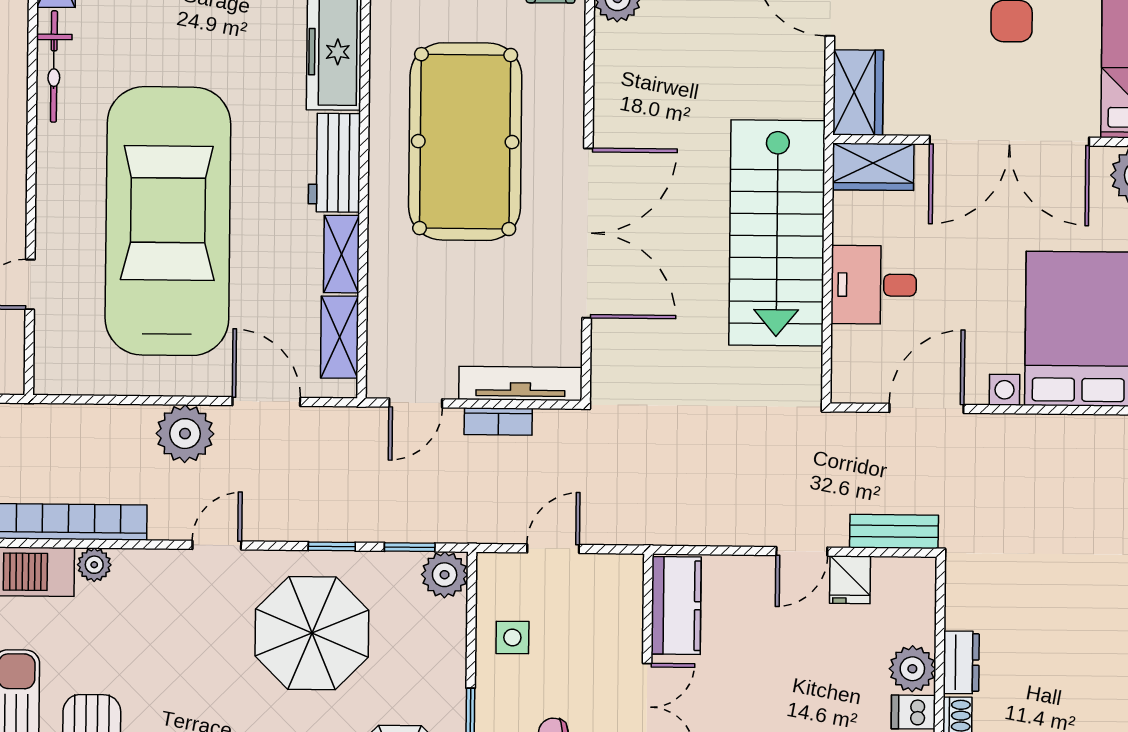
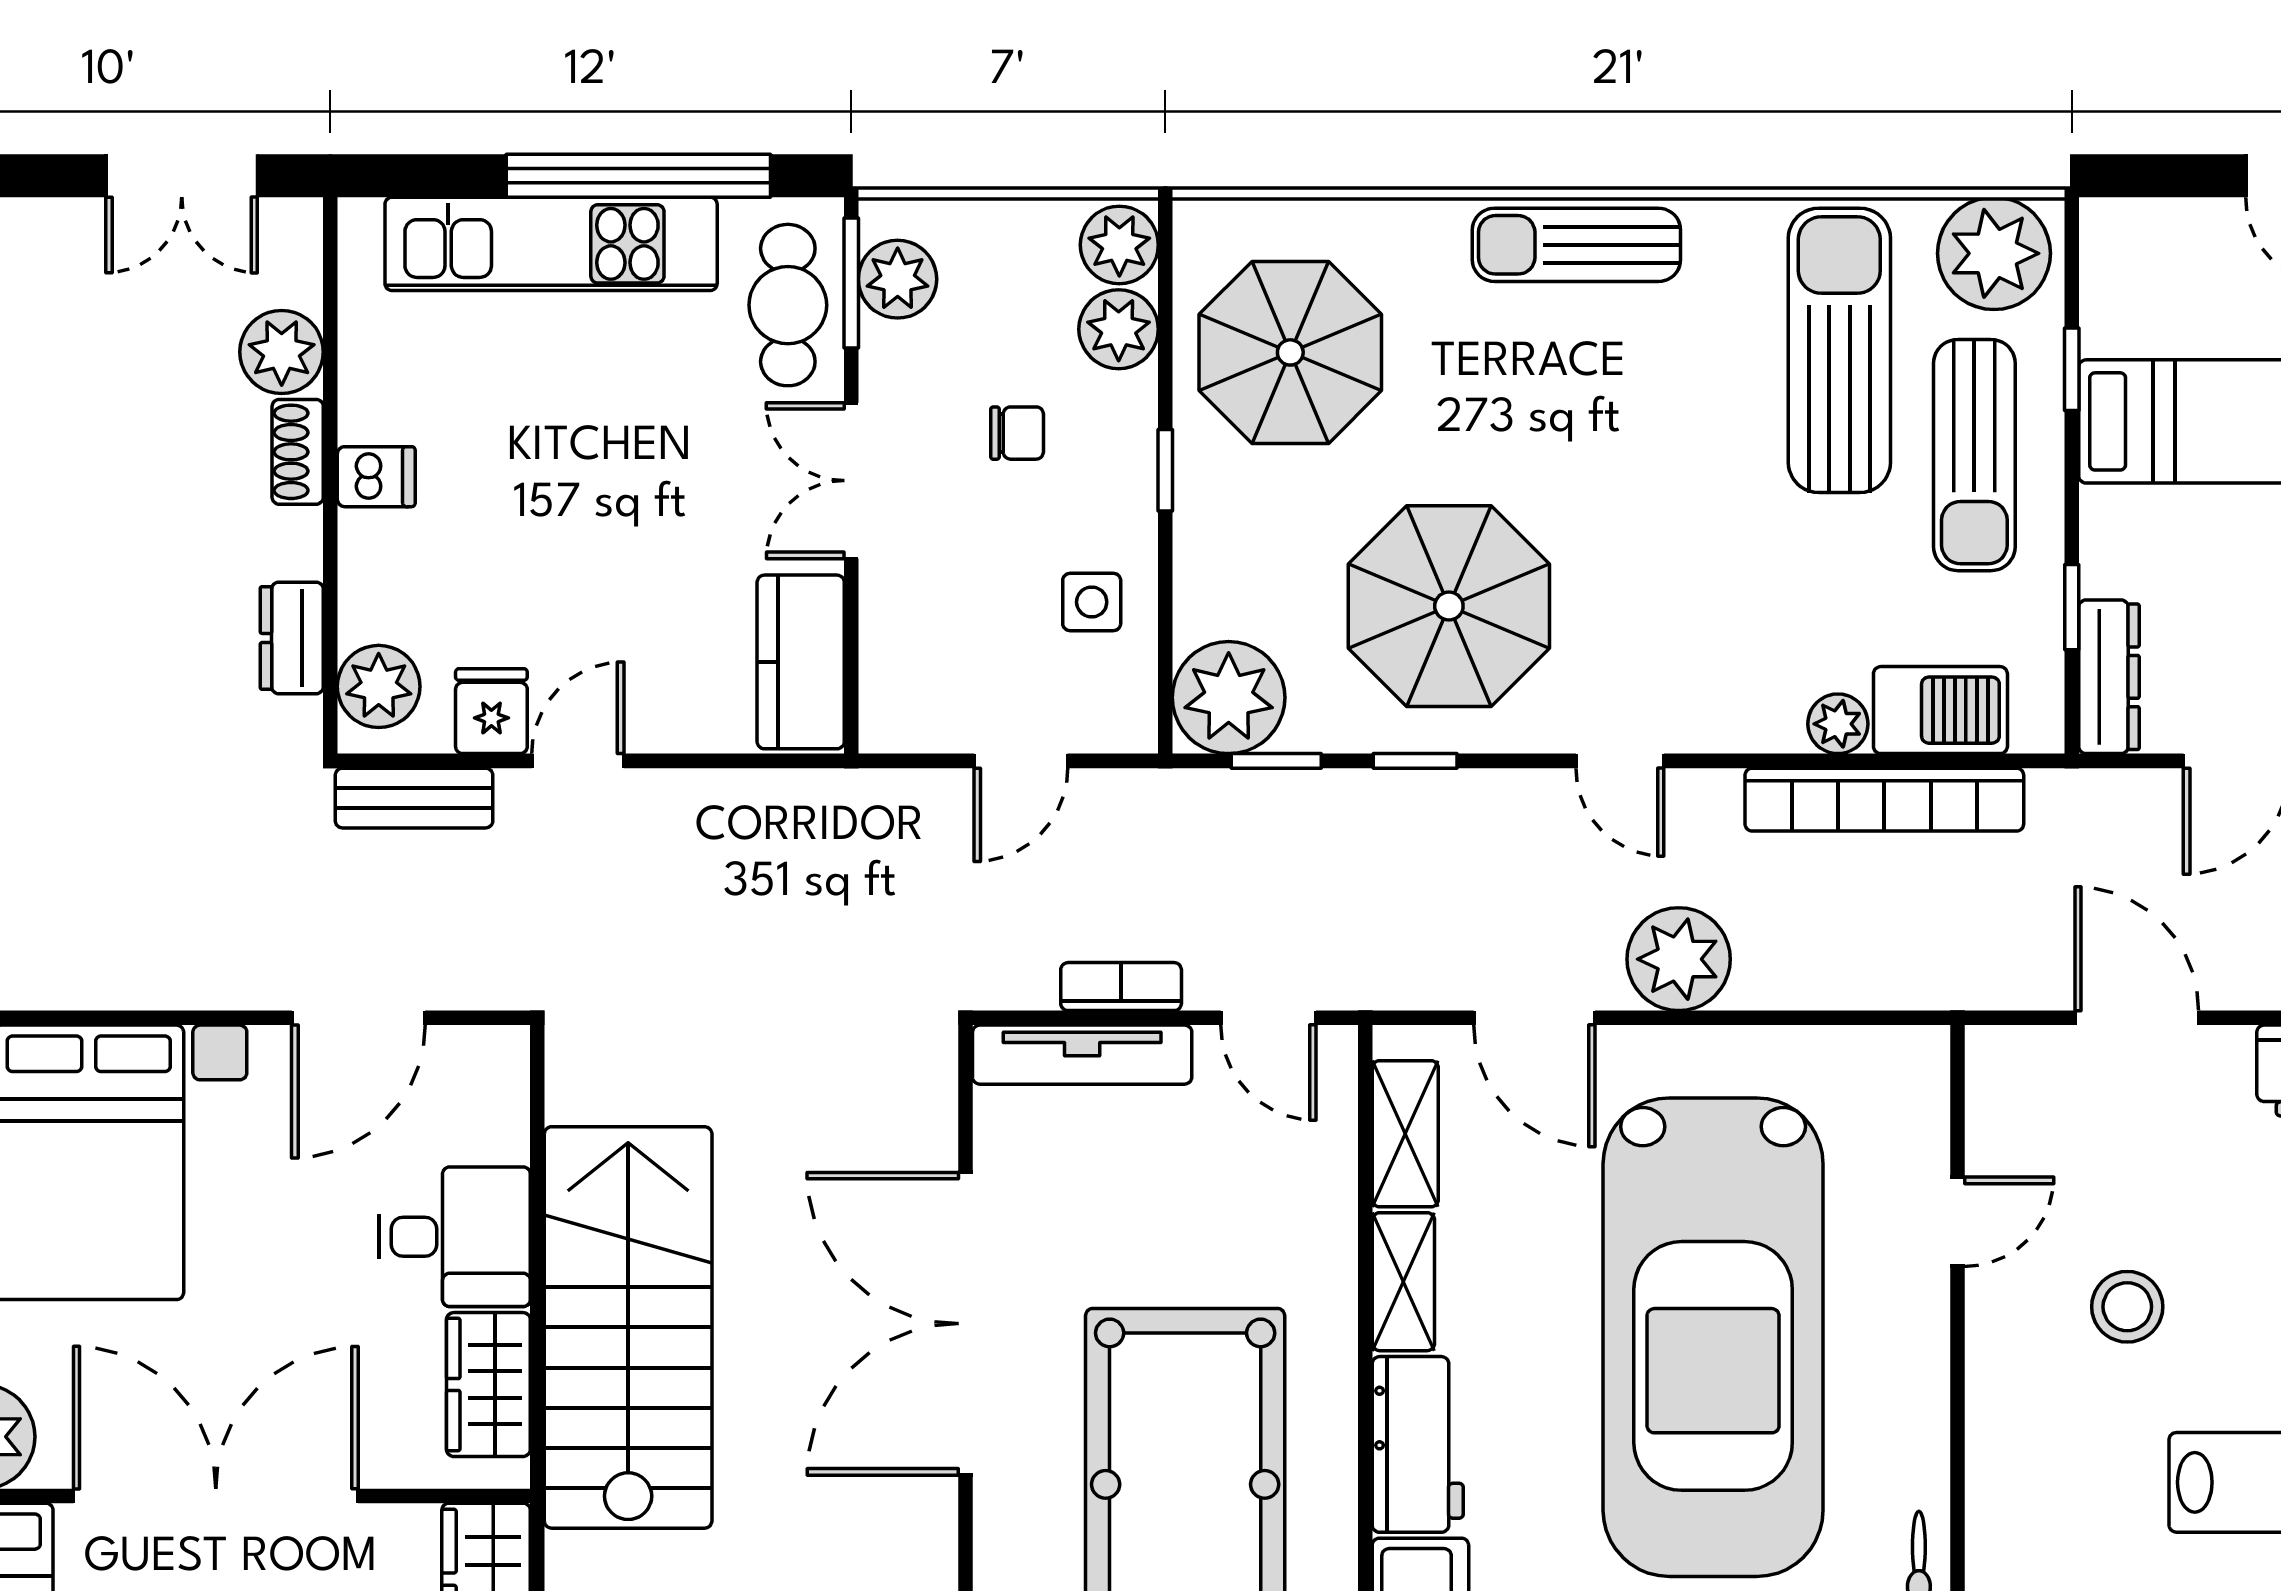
wardrobe: (873, 167) -> (488, 1385), moved, turned -90
door: (416, 403) -> (1268, 1018), swing flipped
door: (217, 545) -> (1620, 761), hinge flipped
plant: (445, 575) -> (1229, 698), width x1.36, depth x1.36
dresser: (961, 662) -> (292, 638), moved
plant: (912, 669) -> (379, 686), moved

